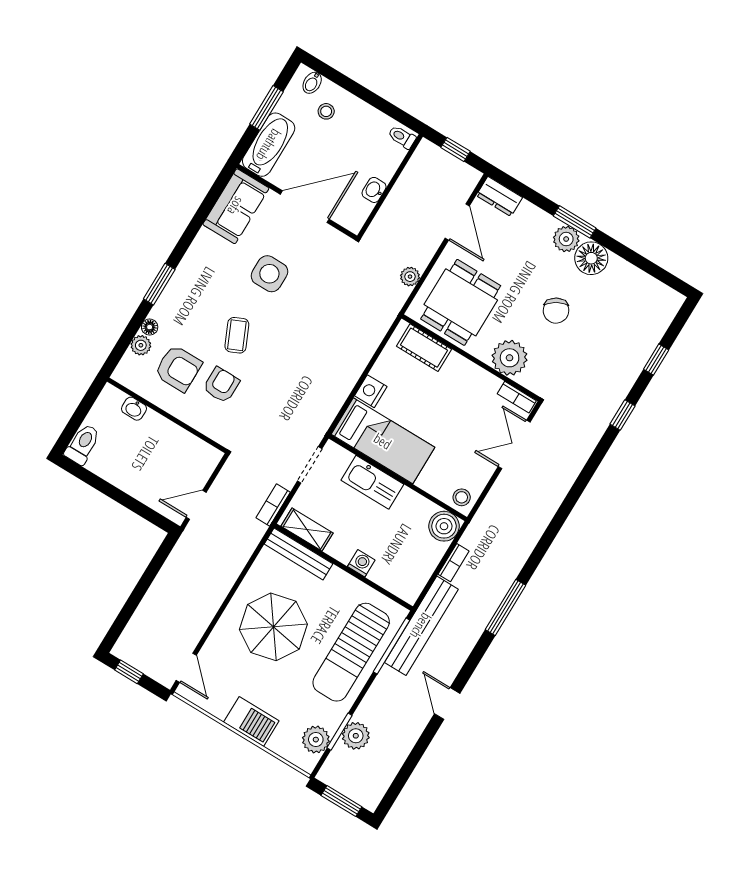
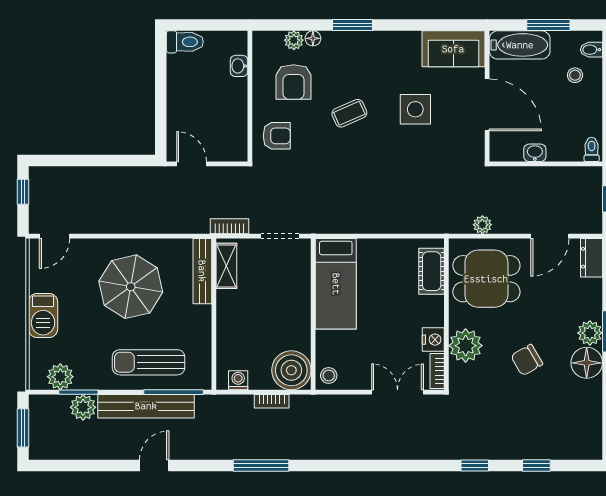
armchair: (221, 385) -> (277, 136), moved
nightstand: (371, 391) -> (433, 340), moved, turned 90
kitchen sink: (372, 482) -> (297, 296), removed
boiler: (444, 526) -> (291, 370), width x1.37, depth x1.37
washing machine: (361, 563) -> (238, 380), moved, turned -90
bench: (421, 626) -> (146, 406), moved
sun lounger: (351, 652) -> (149, 362), width x0.73, depth x0.75

